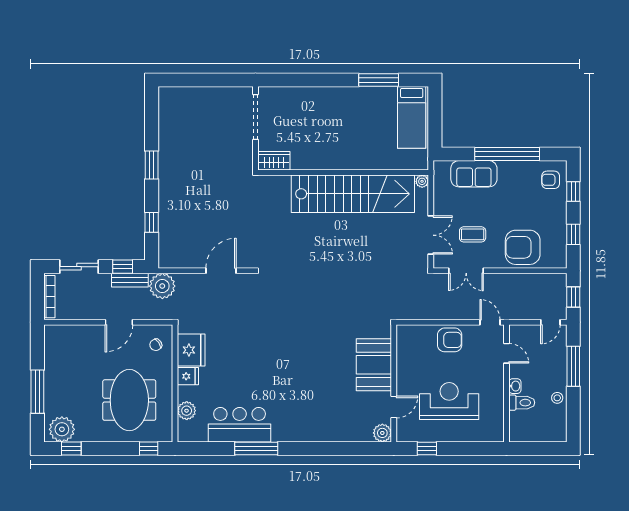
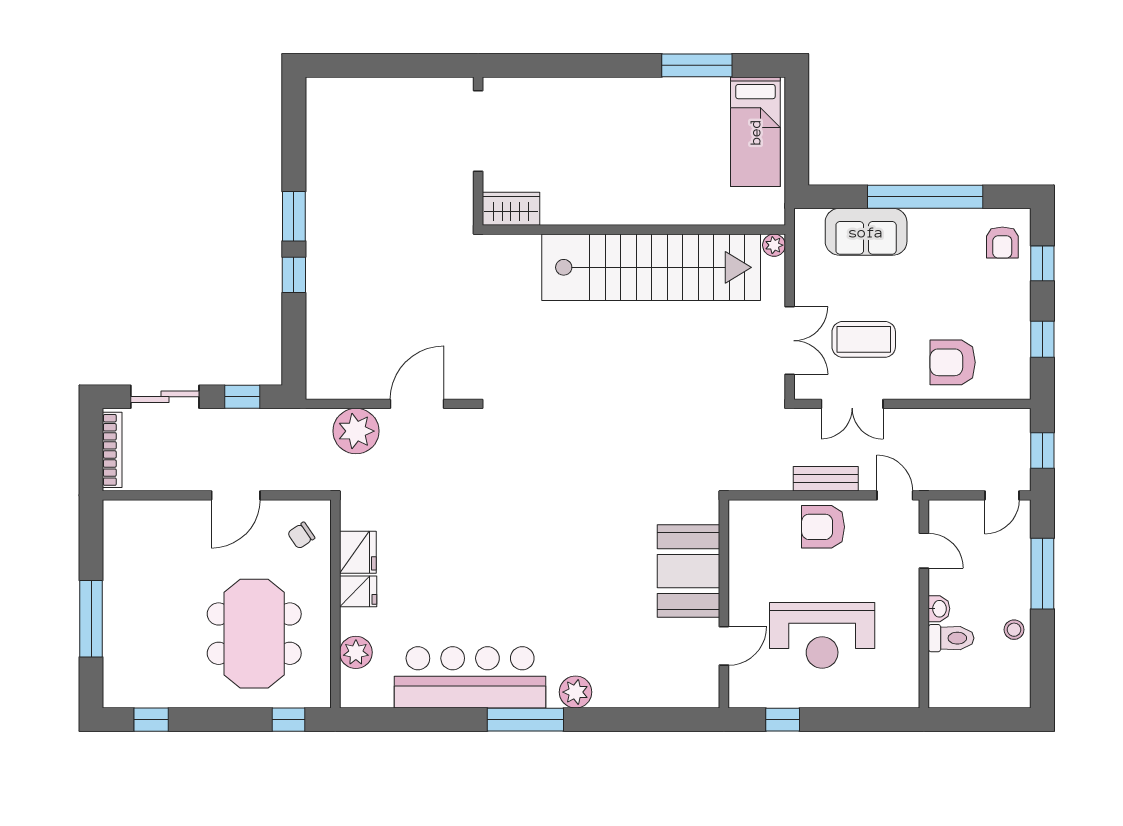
armchair: (551, 180) -> (1002, 242), turned -90
window: (152, 222) -> (294, 275), moved
coffee table: (473, 234) -> (864, 339), width x1.36, depth x1.30
armchair: (523, 247) -> (953, 362), width x0.73, depth x0.73
bench: (130, 280) -> (826, 479), moved
plant: (162, 286) -> (356, 431), moved
armchair: (450, 340) -> (823, 527), turned 180
fridge: (191, 350) -> (358, 552), width x0.73, depth x0.75
reception desk: (449, 401) -> (822, 635), turned 180
bar counter: (240, 425) -> (470, 677), width x1.36
plant: (62, 429) -> (134, 685), removed
plant: (382, 433) -> (576, 692), moved
window: (256, 448) -> (525, 720), moved

